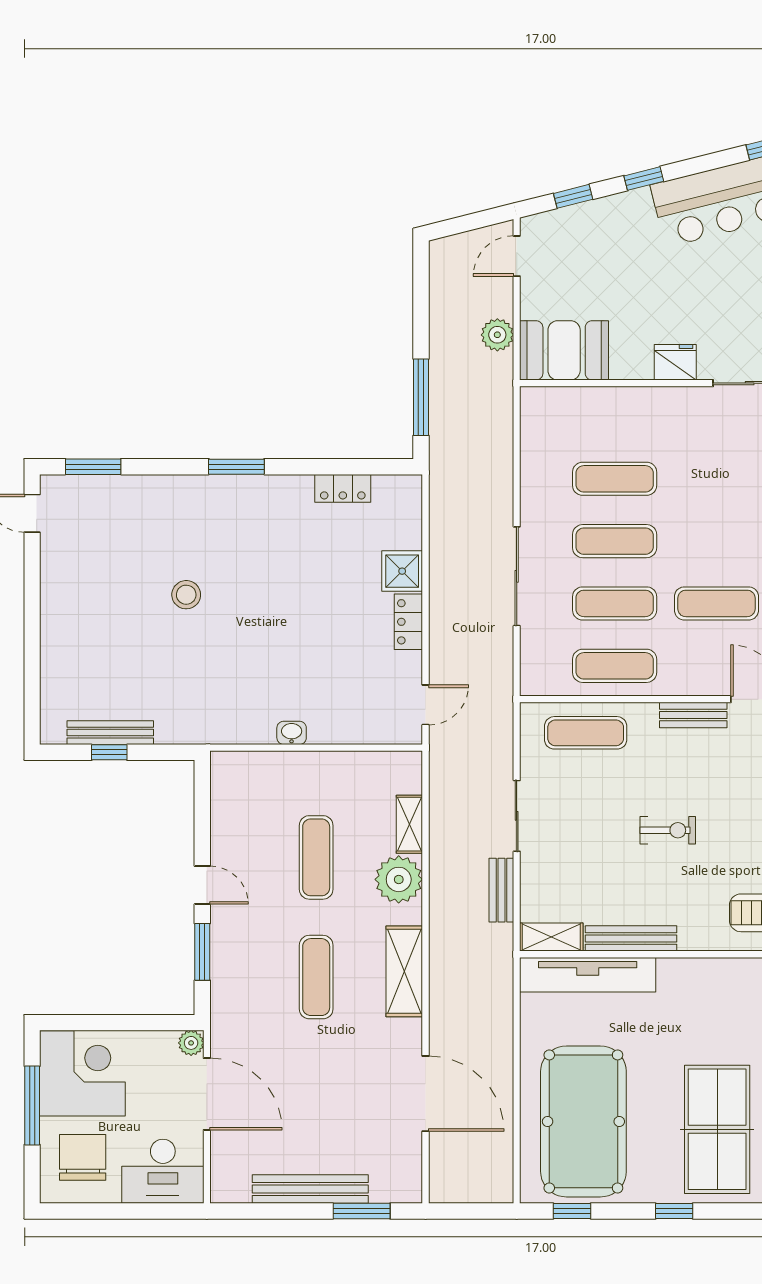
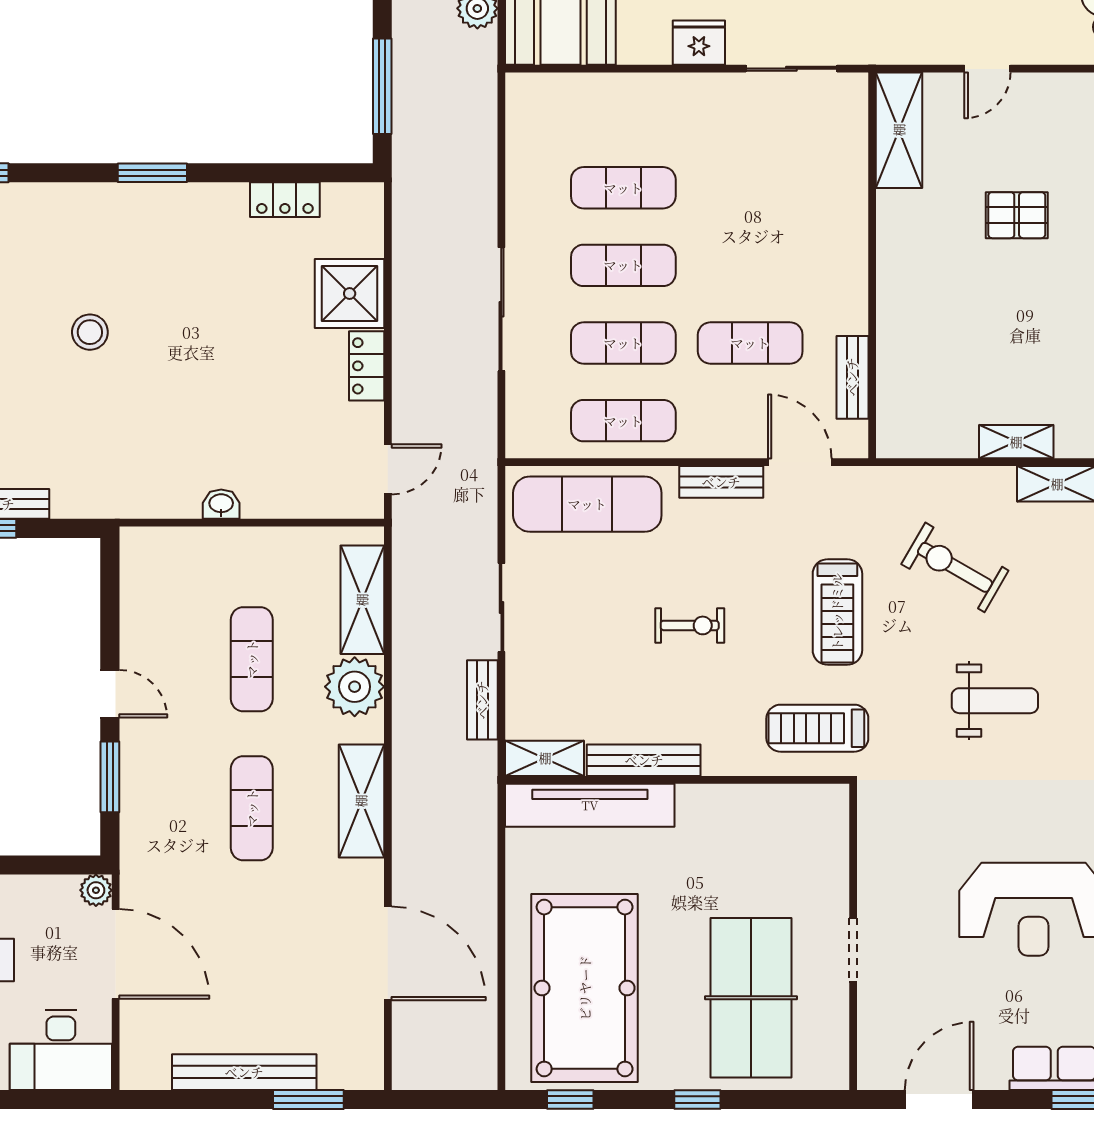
shower: (402, 571) -> (350, 294), width x1.36, depth x1.36
exercise mat: (586, 733) -> (587, 504), width x1.36, depth x1.45
shelving: (409, 824) -> (362, 600), width x1.50, depth x1.33

